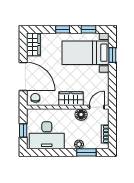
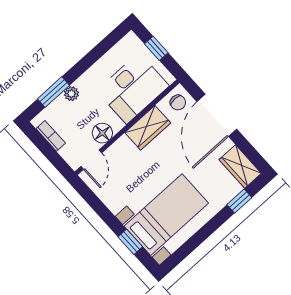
window: (63, 29) -> (239, 201), moved
window: (88, 29) -> (189, 247), removed
door: (23, 76) -> (217, 115), hinge flipped
wardrobe: (71, 99) -> (148, 128), moved
desk: (47, 135) -> (133, 88), moved, turned 180

